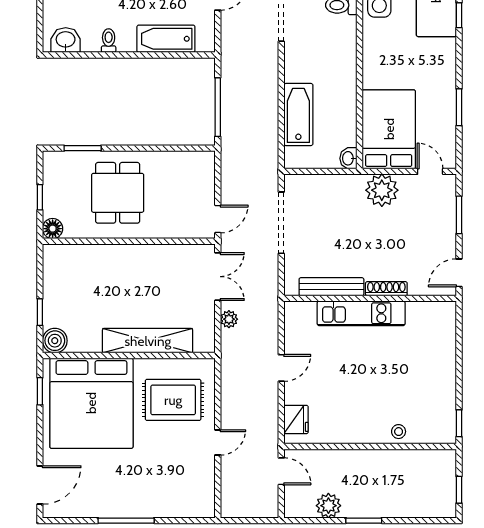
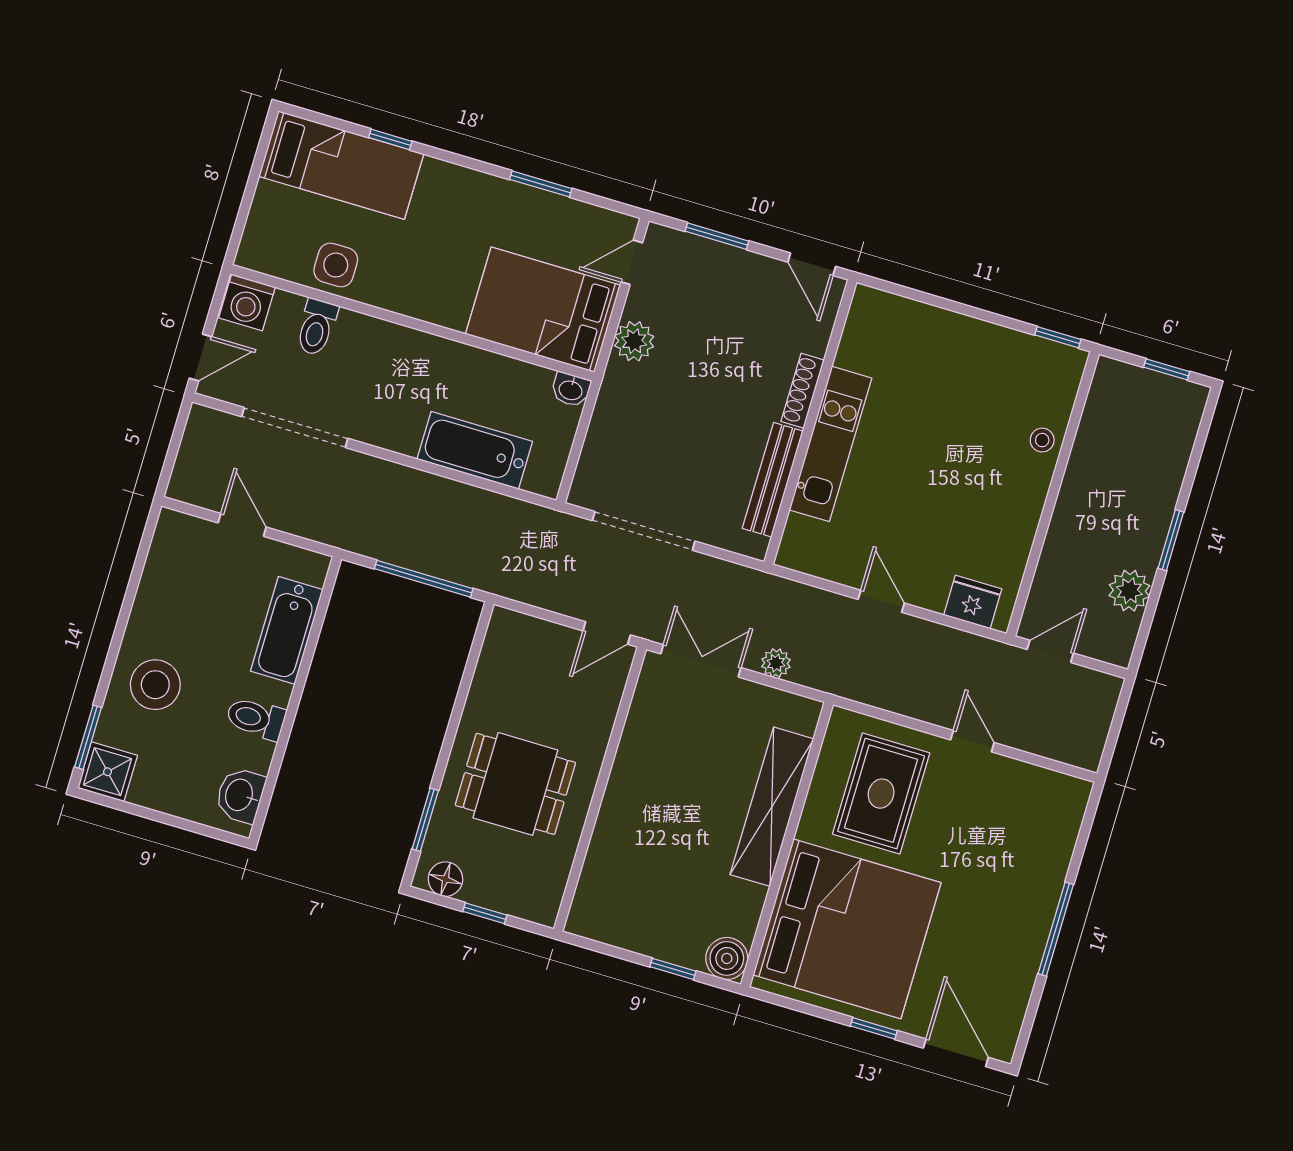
toilet: (109, 41) -> (256, 718), width x1.37, depth x1.39
plant: (382, 190) -> (634, 341), width x0.73, depth x0.73
door: (218, 219) -> (607, 633), swing flipped
floor lamp: (53, 229) -> (446, 879), moved
window: (40, 391) -> (874, 1028), moved

